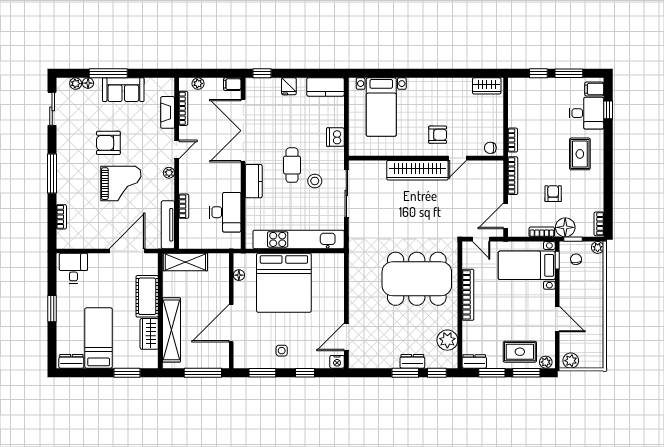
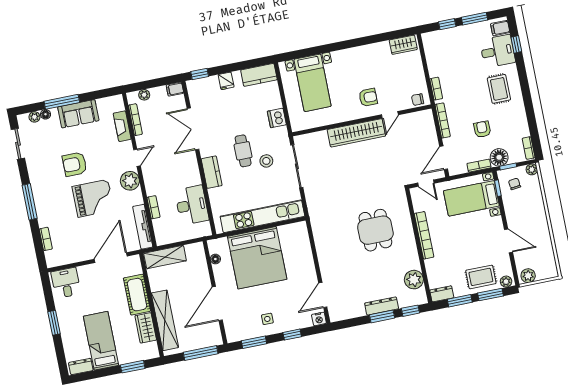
double door: (243, 131) -> (193, 129), width x0.73
plant: (169, 173) -> (130, 181), width x1.88, depth x1.88
dining table: (417, 279) -> (375, 230), width x0.53, depth x0.80
dresser: (412, 361) -> (382, 306), width x1.44

